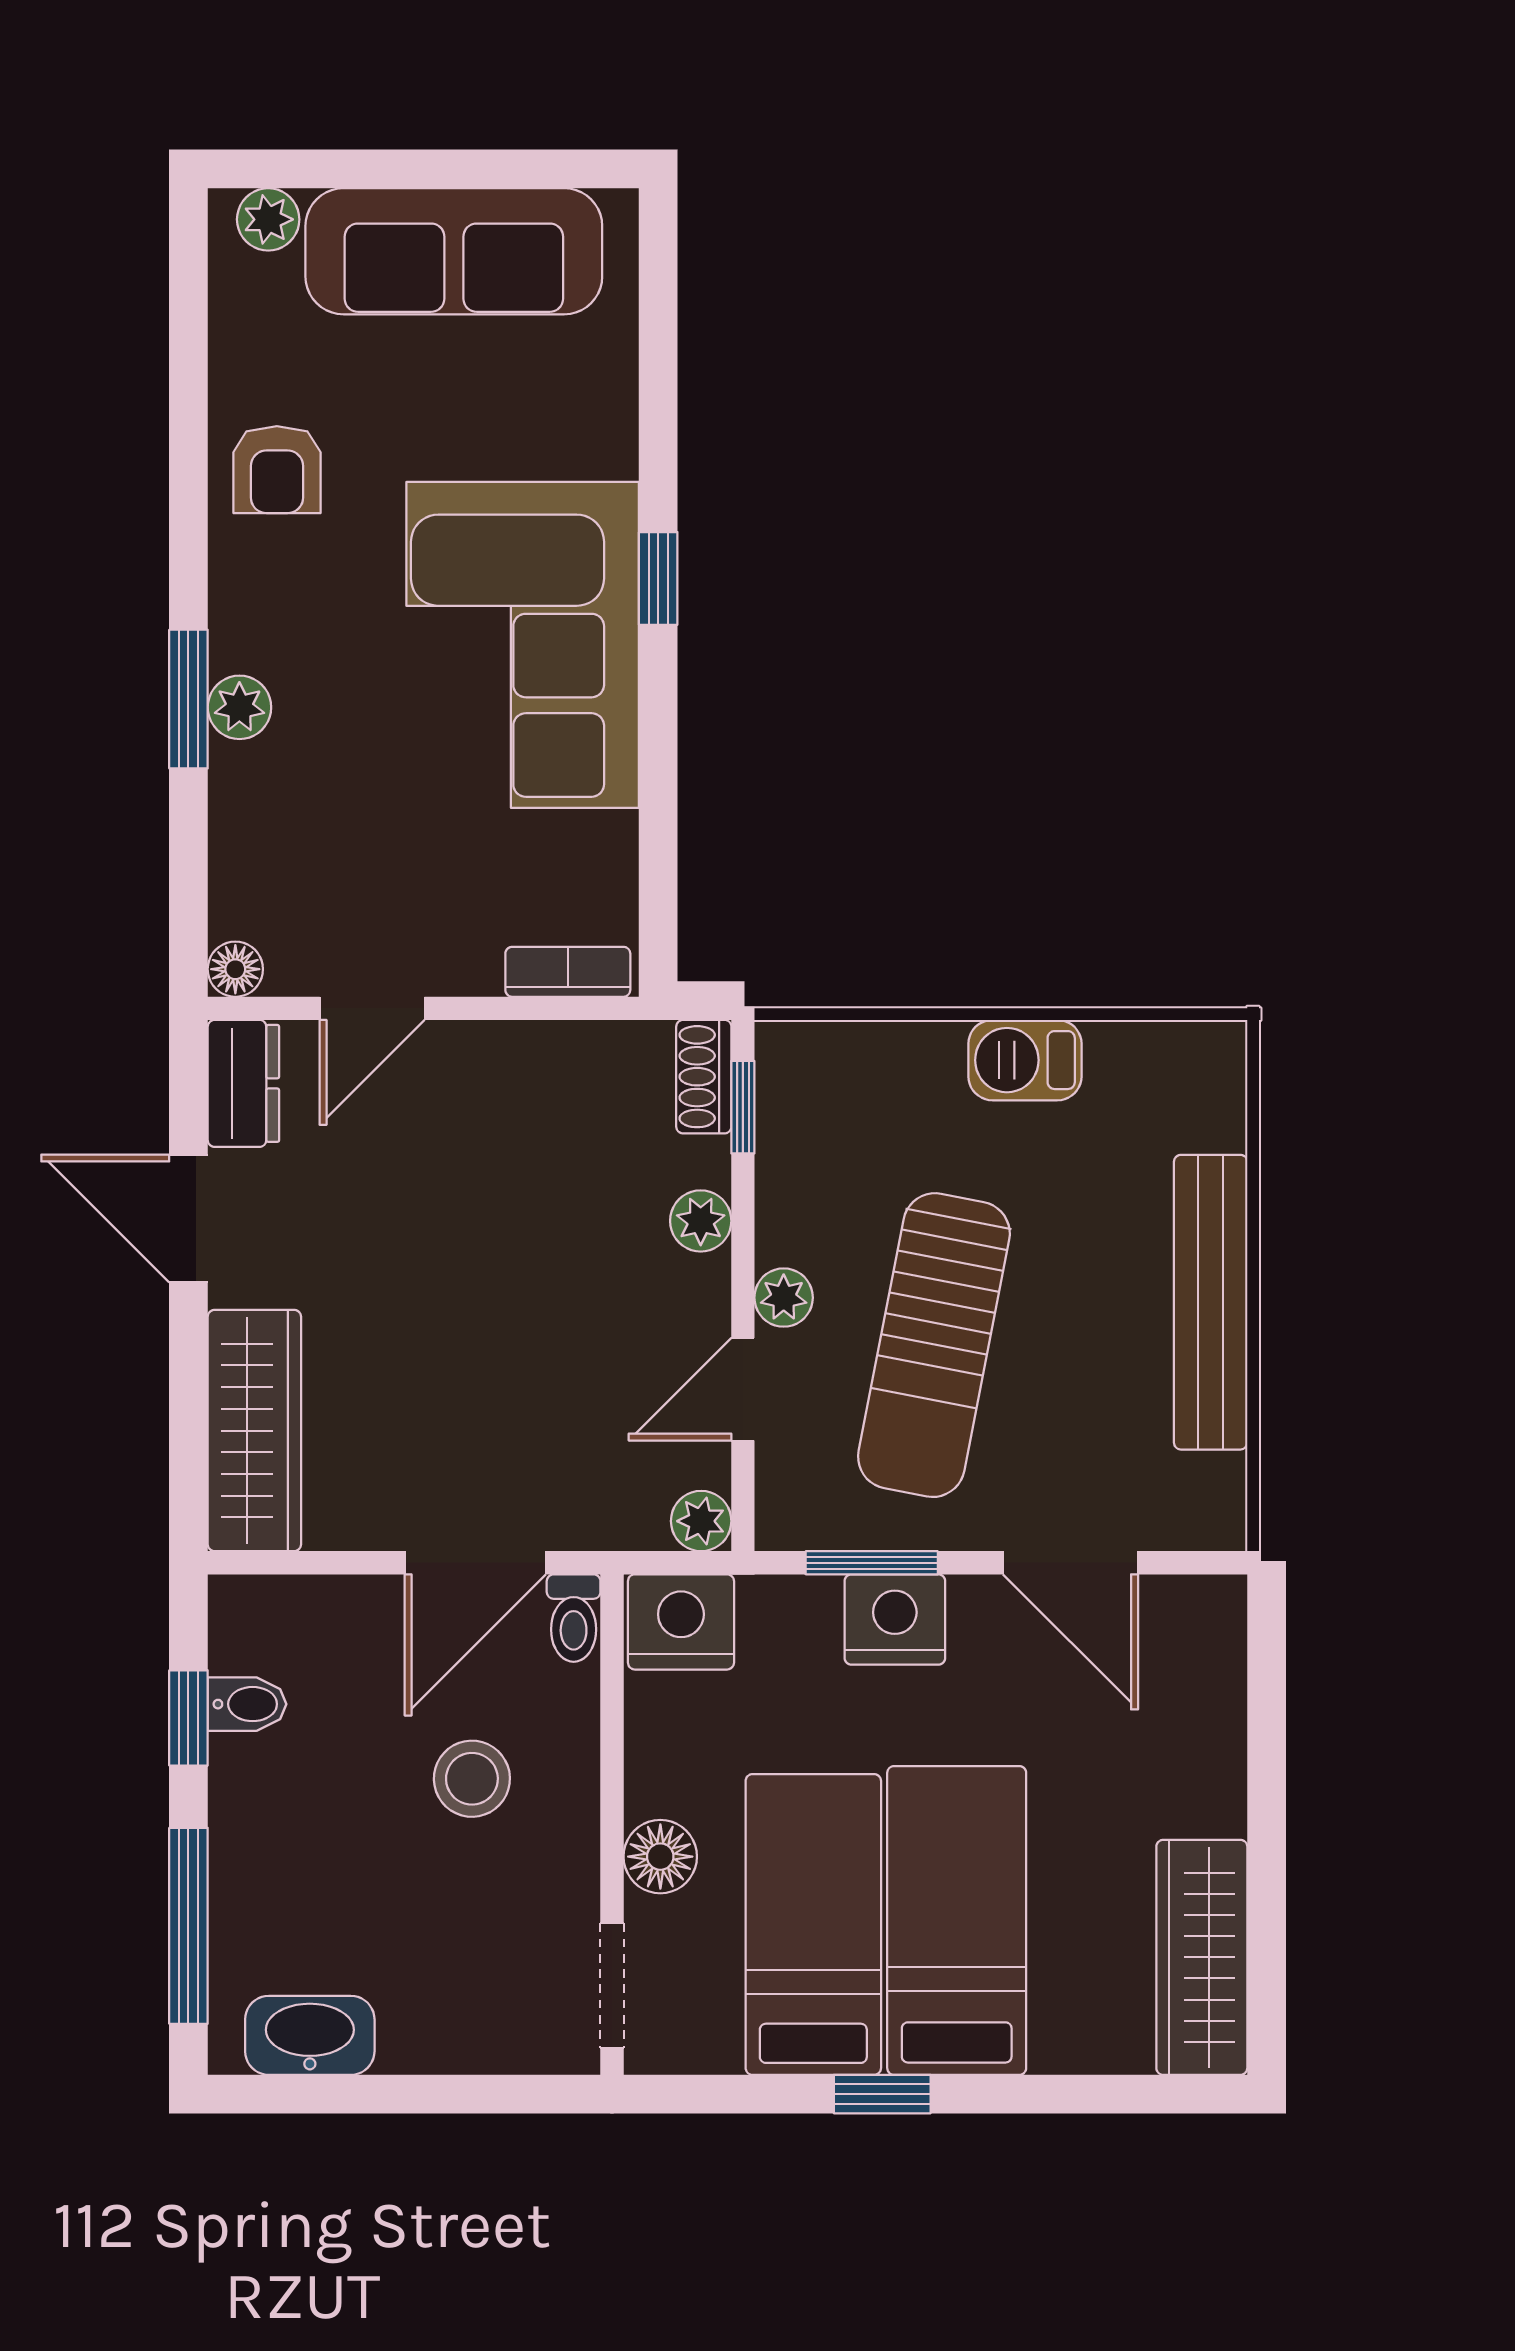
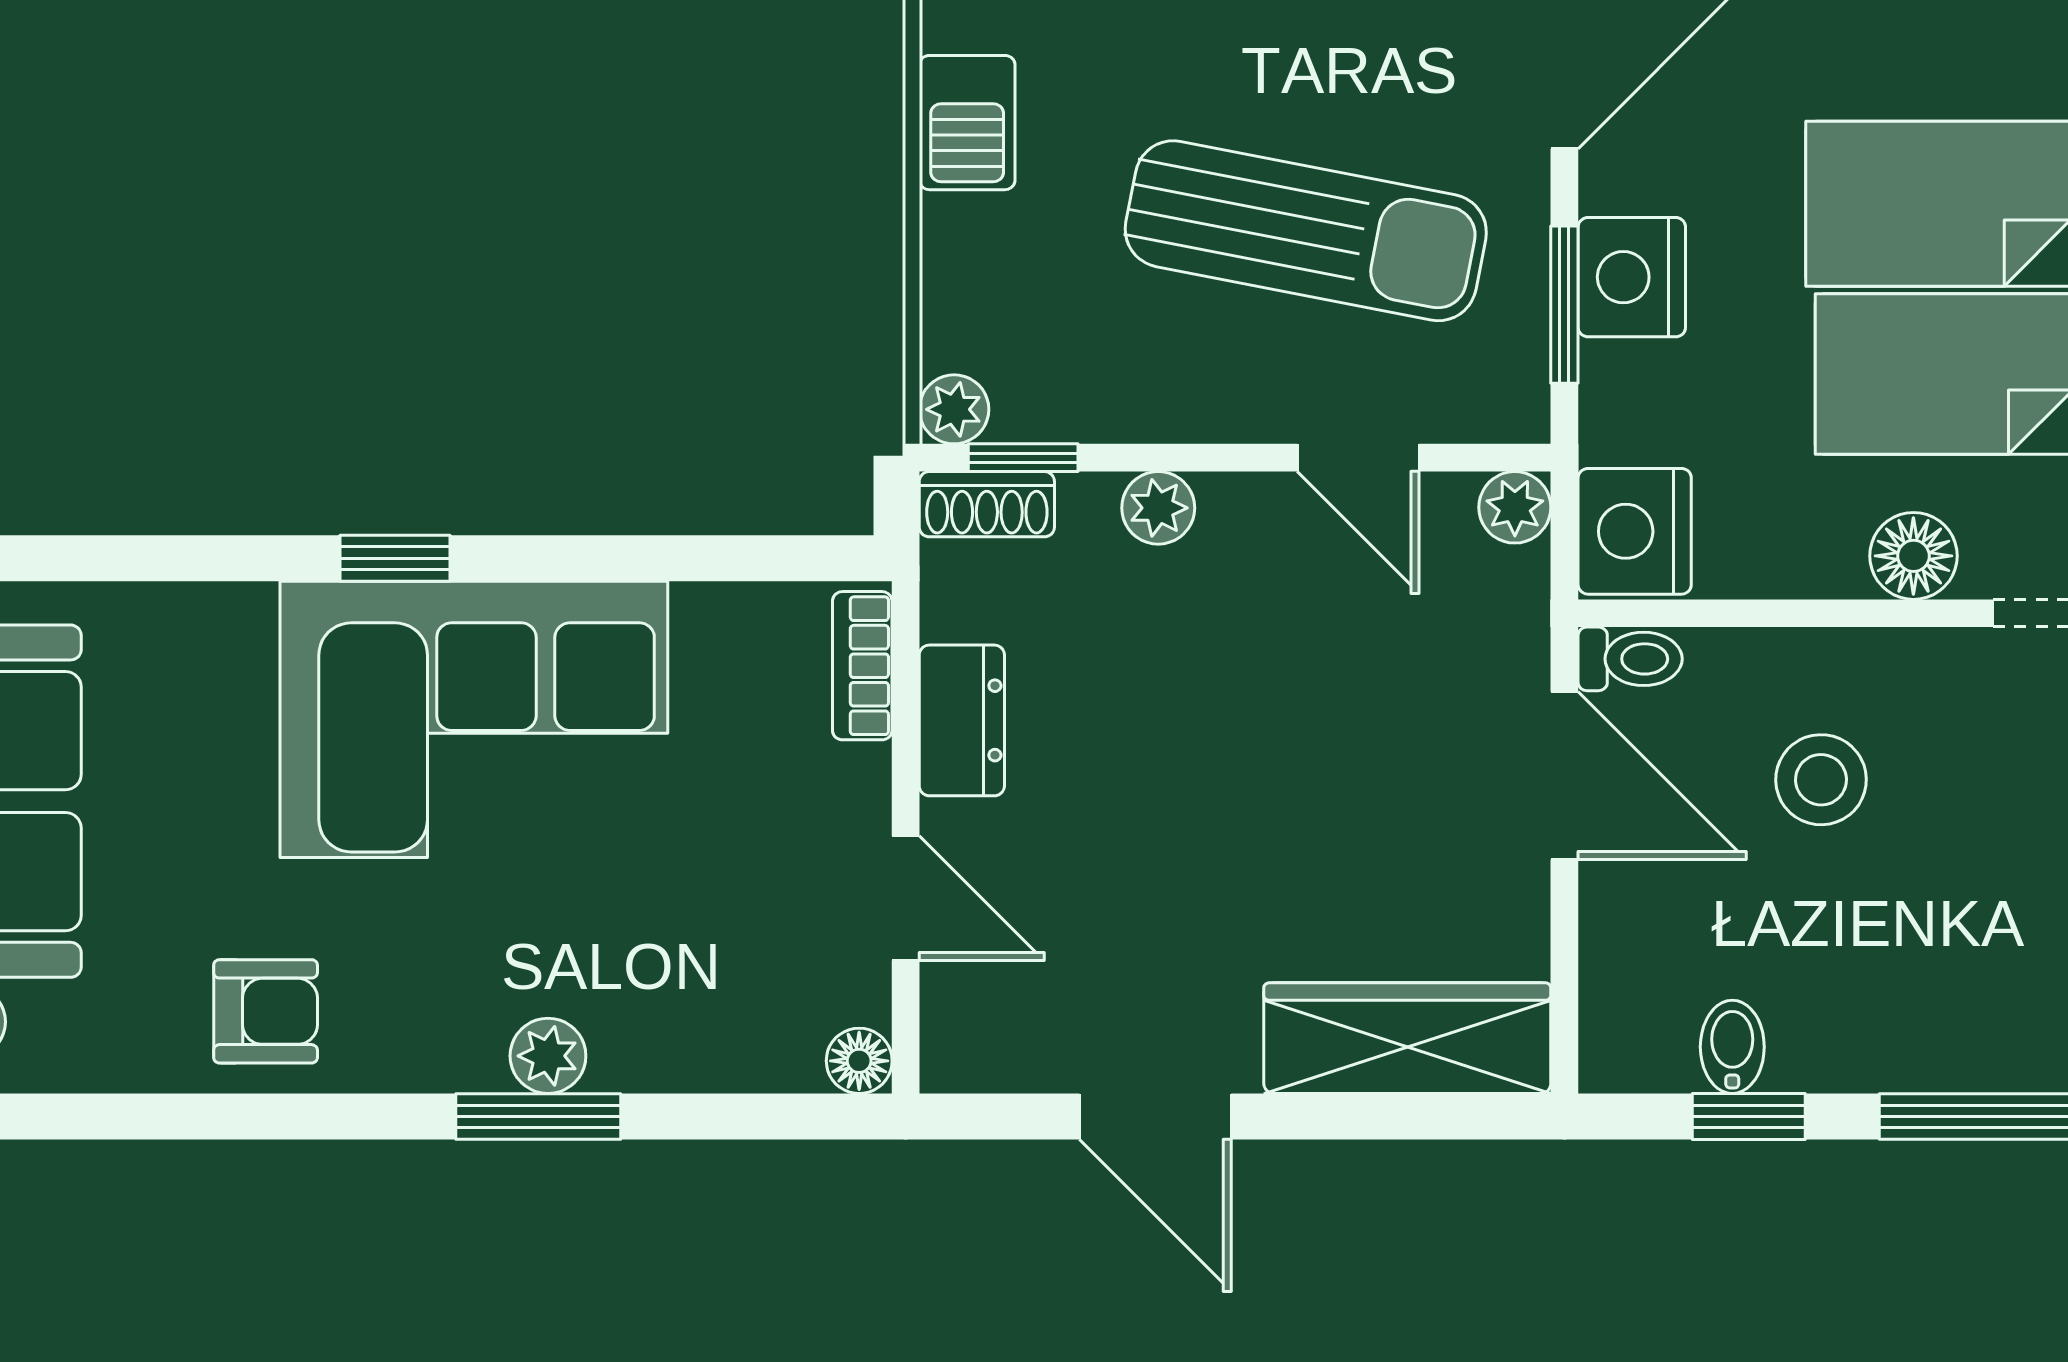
dresser: (243, 1083) -> (962, 720), moved, turned 90
door: (188, 1218) -> (1155, 1116), hinge flipped
plant: (784, 1298) -> (954, 409), moved

